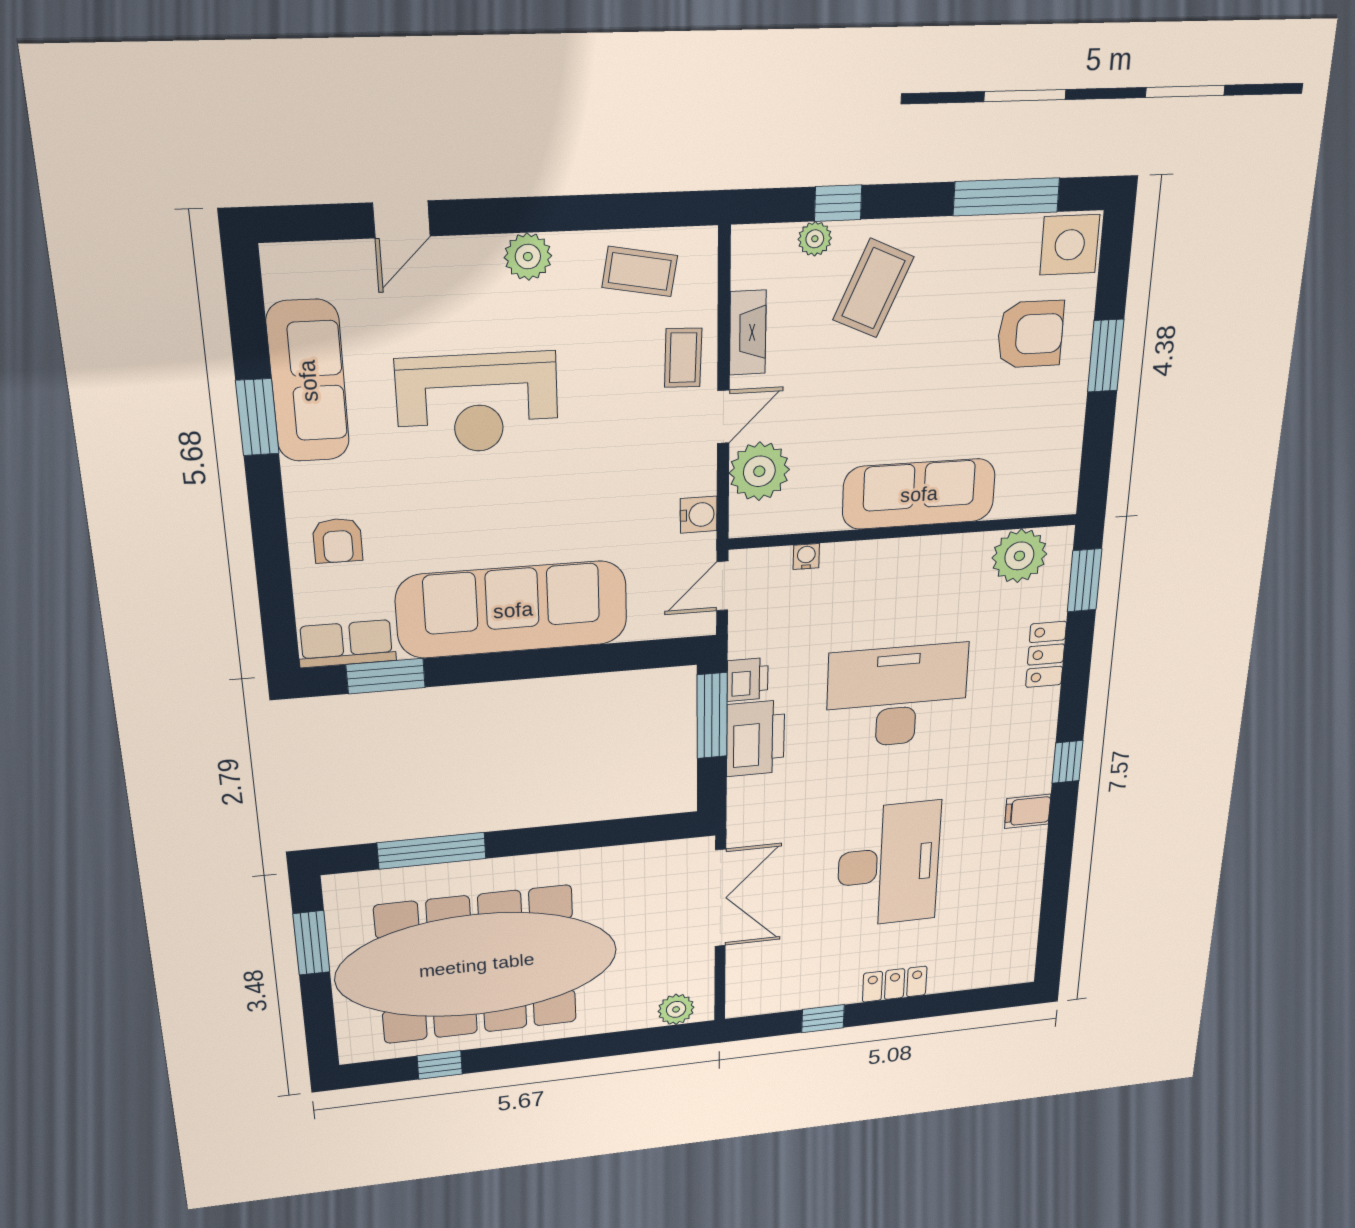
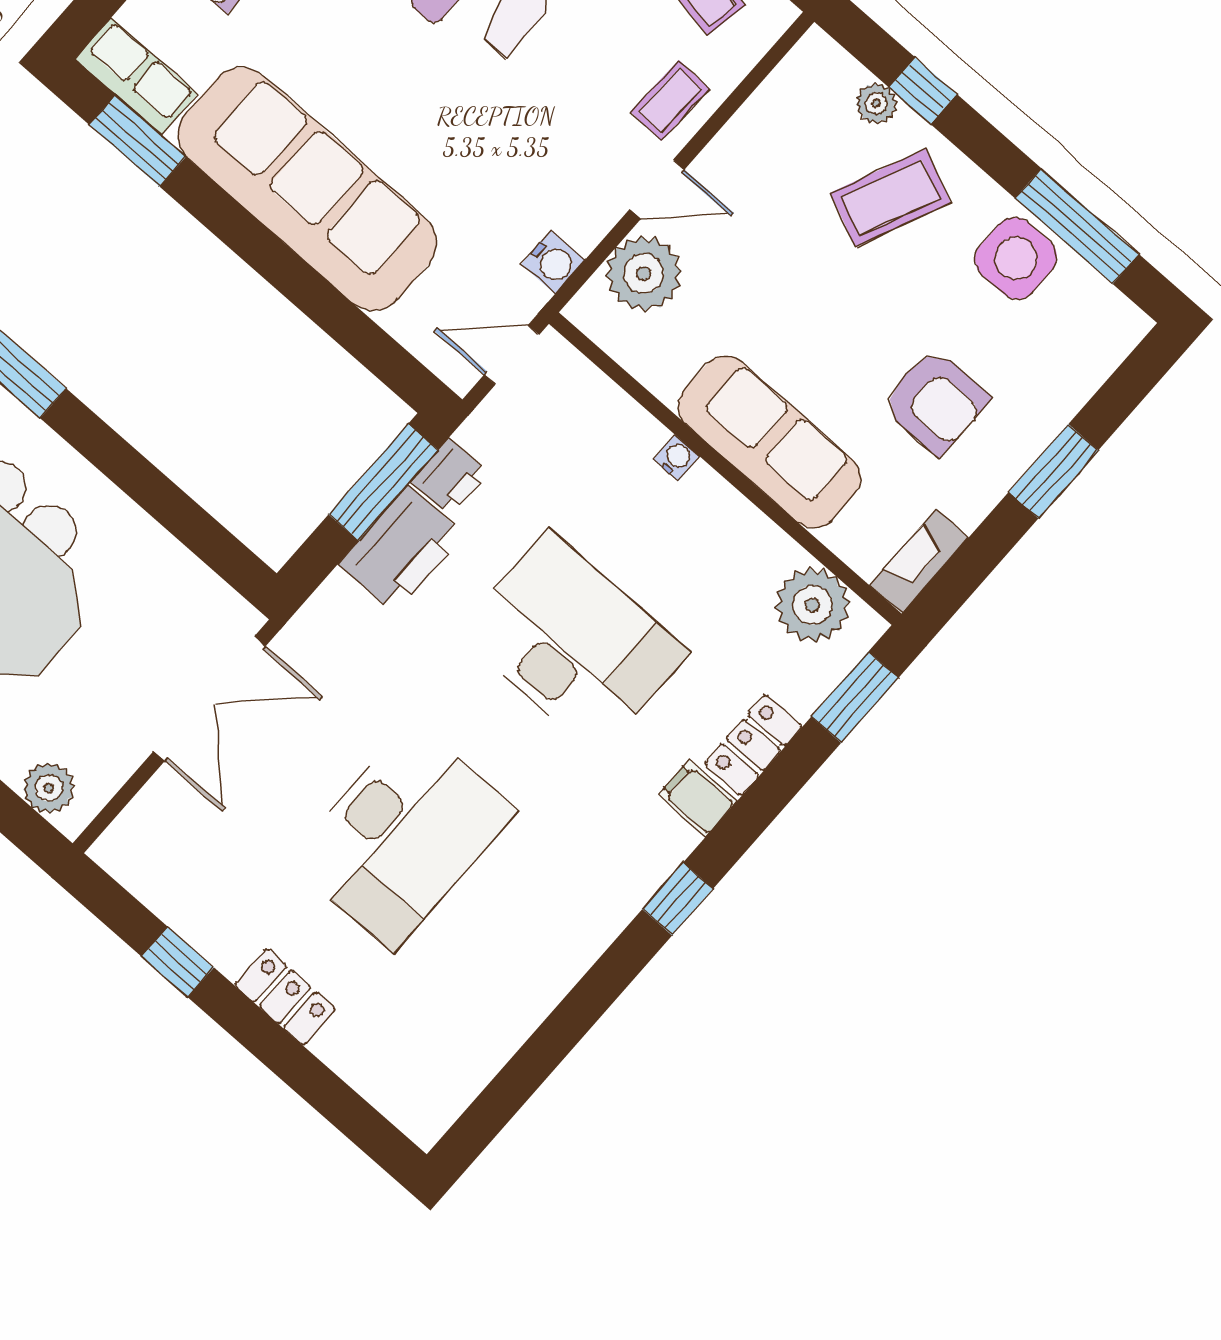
side table: (1070, 245) -> (1016, 258), moved
fireplace: (748, 333) -> (919, 561), moved, turned 180
armchair: (1030, 334) -> (935, 402), moved
water cooler: (806, 556) -> (677, 458), moved
filing cabinet: (1028, 811) -> (697, 798), moved

